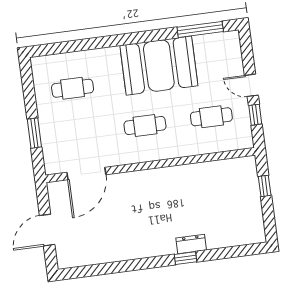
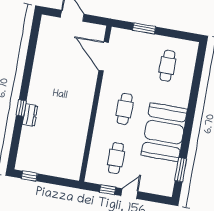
window: (200, 29) -> (181, 170), width x0.69
window: (265, 186) -> (29, 176), moved

